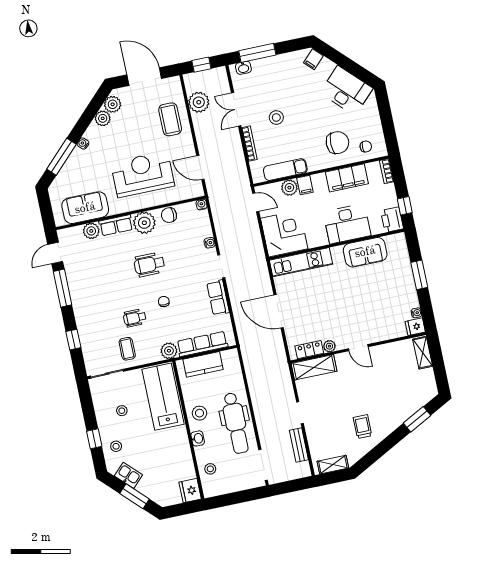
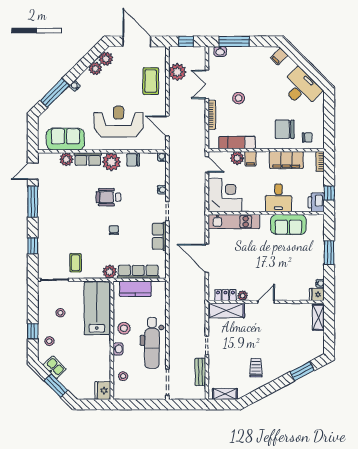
chair: (337, 143) -> (285, 129), turned 180
desk: (347, 224) -> (278, 198), width x0.73
wheelchair: (135, 318) -> (87, 239), removed
door: (358, 348) -> (266, 302), swing flipped

